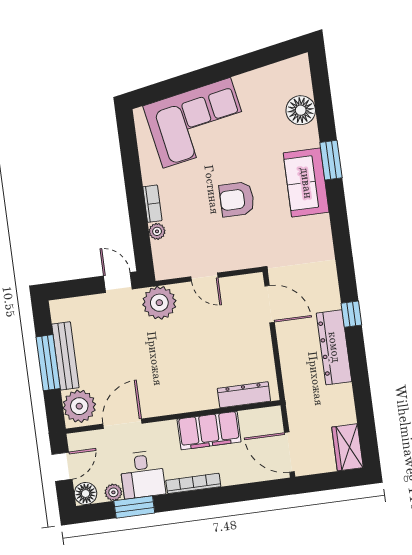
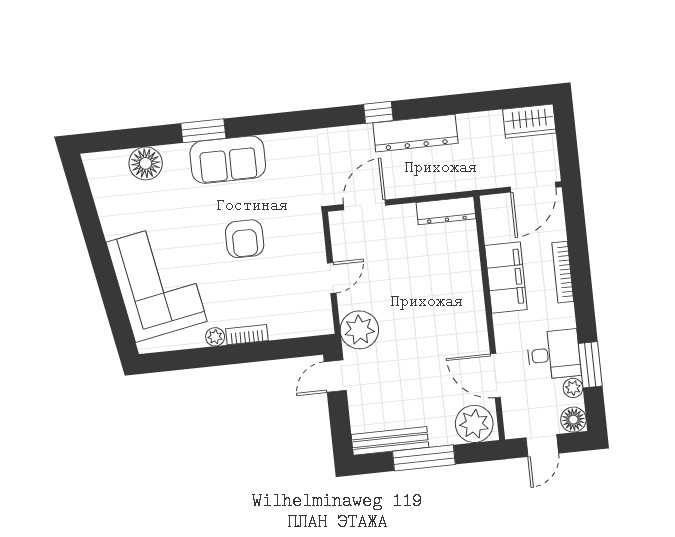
plant: (157, 231) -> (215, 337), moved
bench: (65, 356) -> (390, 441), moved
dresser: (244, 395) -> (446, 211), moved, turned -90
door: (62, 467) -> (542, 445), swing flipped
bookcase: (193, 483) -> (563, 272), moved

